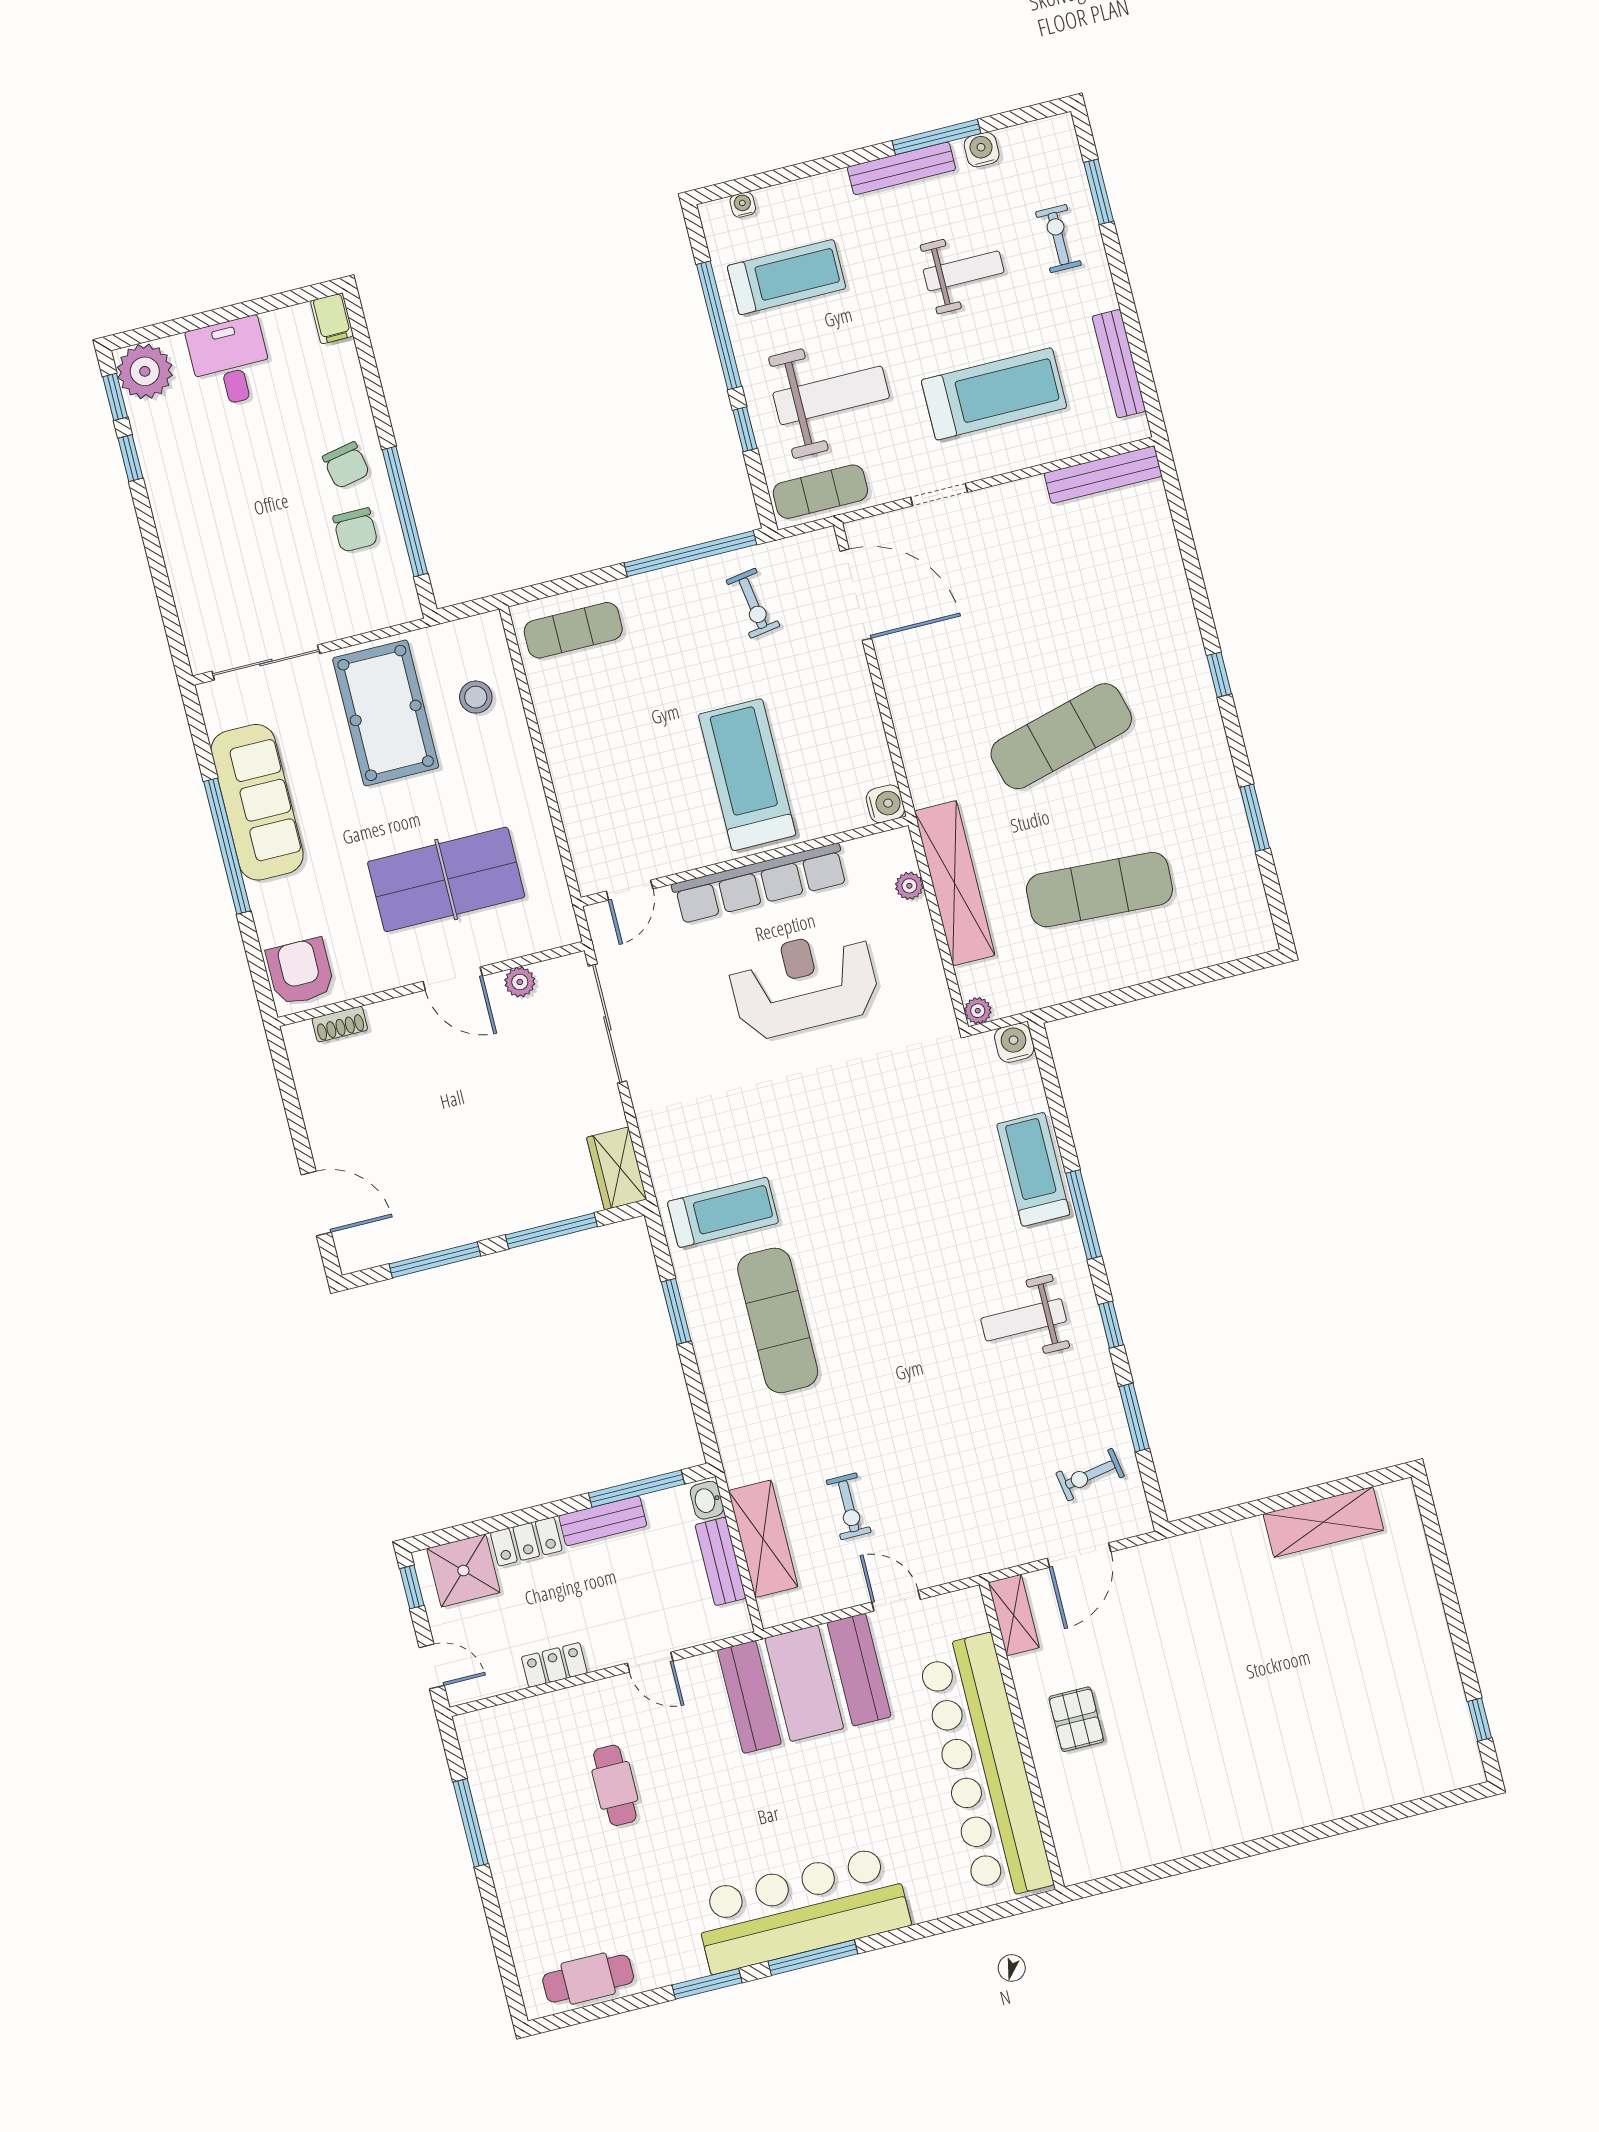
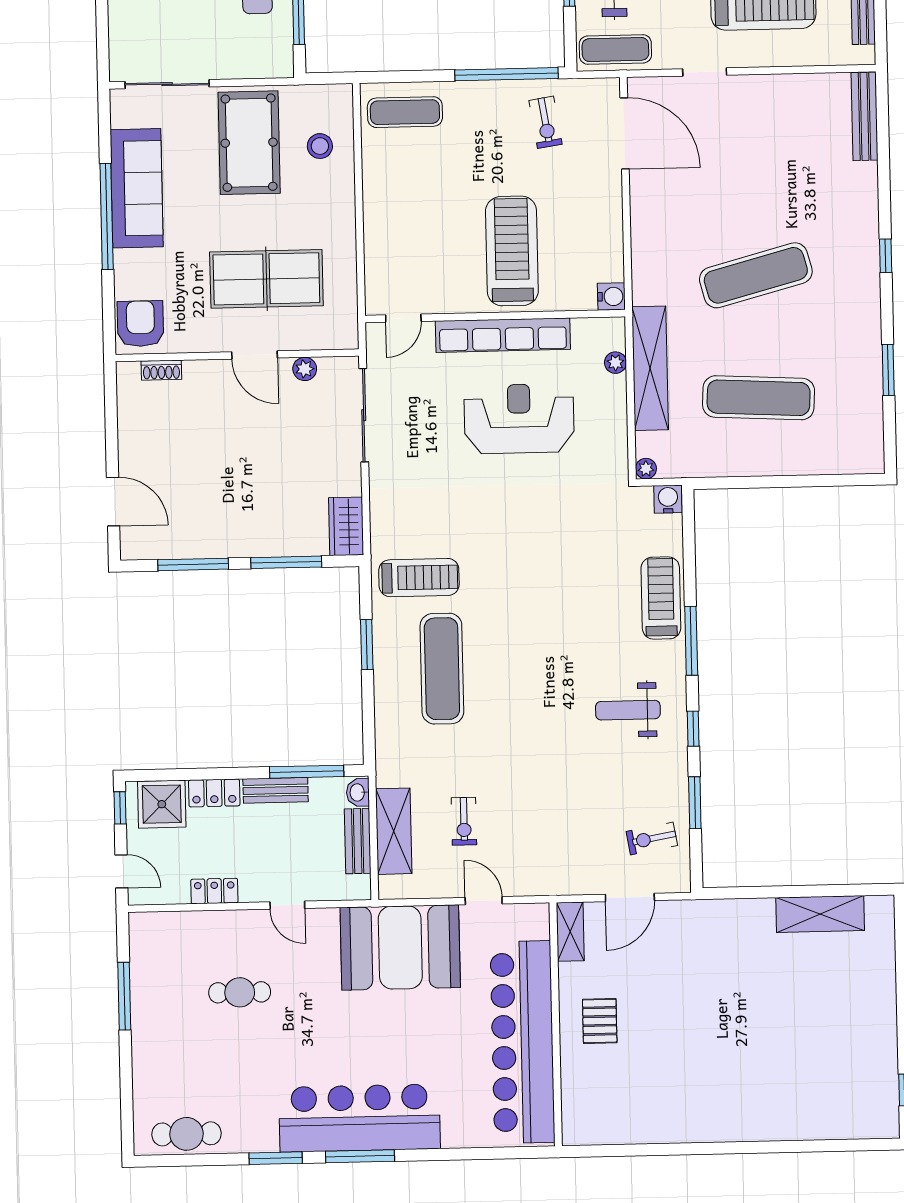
bench: (1103, 475) -> (864, 116), moved, turned 90
cafe table: (615, 1785) -> (240, 992), turned 90

